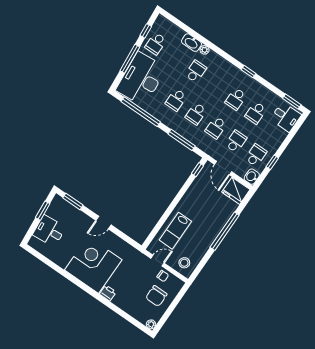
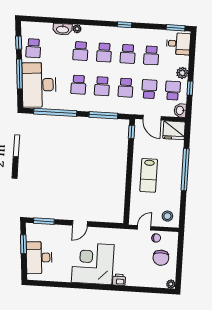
school desk: (196, 71) -> (81, 51), turned 180
school desk: (216, 85) -> (104, 52), added
plant: (274, 145) -> (182, 73), added
desk: (49, 231) -> (39, 258), width x1.37
lab bench: (175, 231) -> (149, 175), moved

